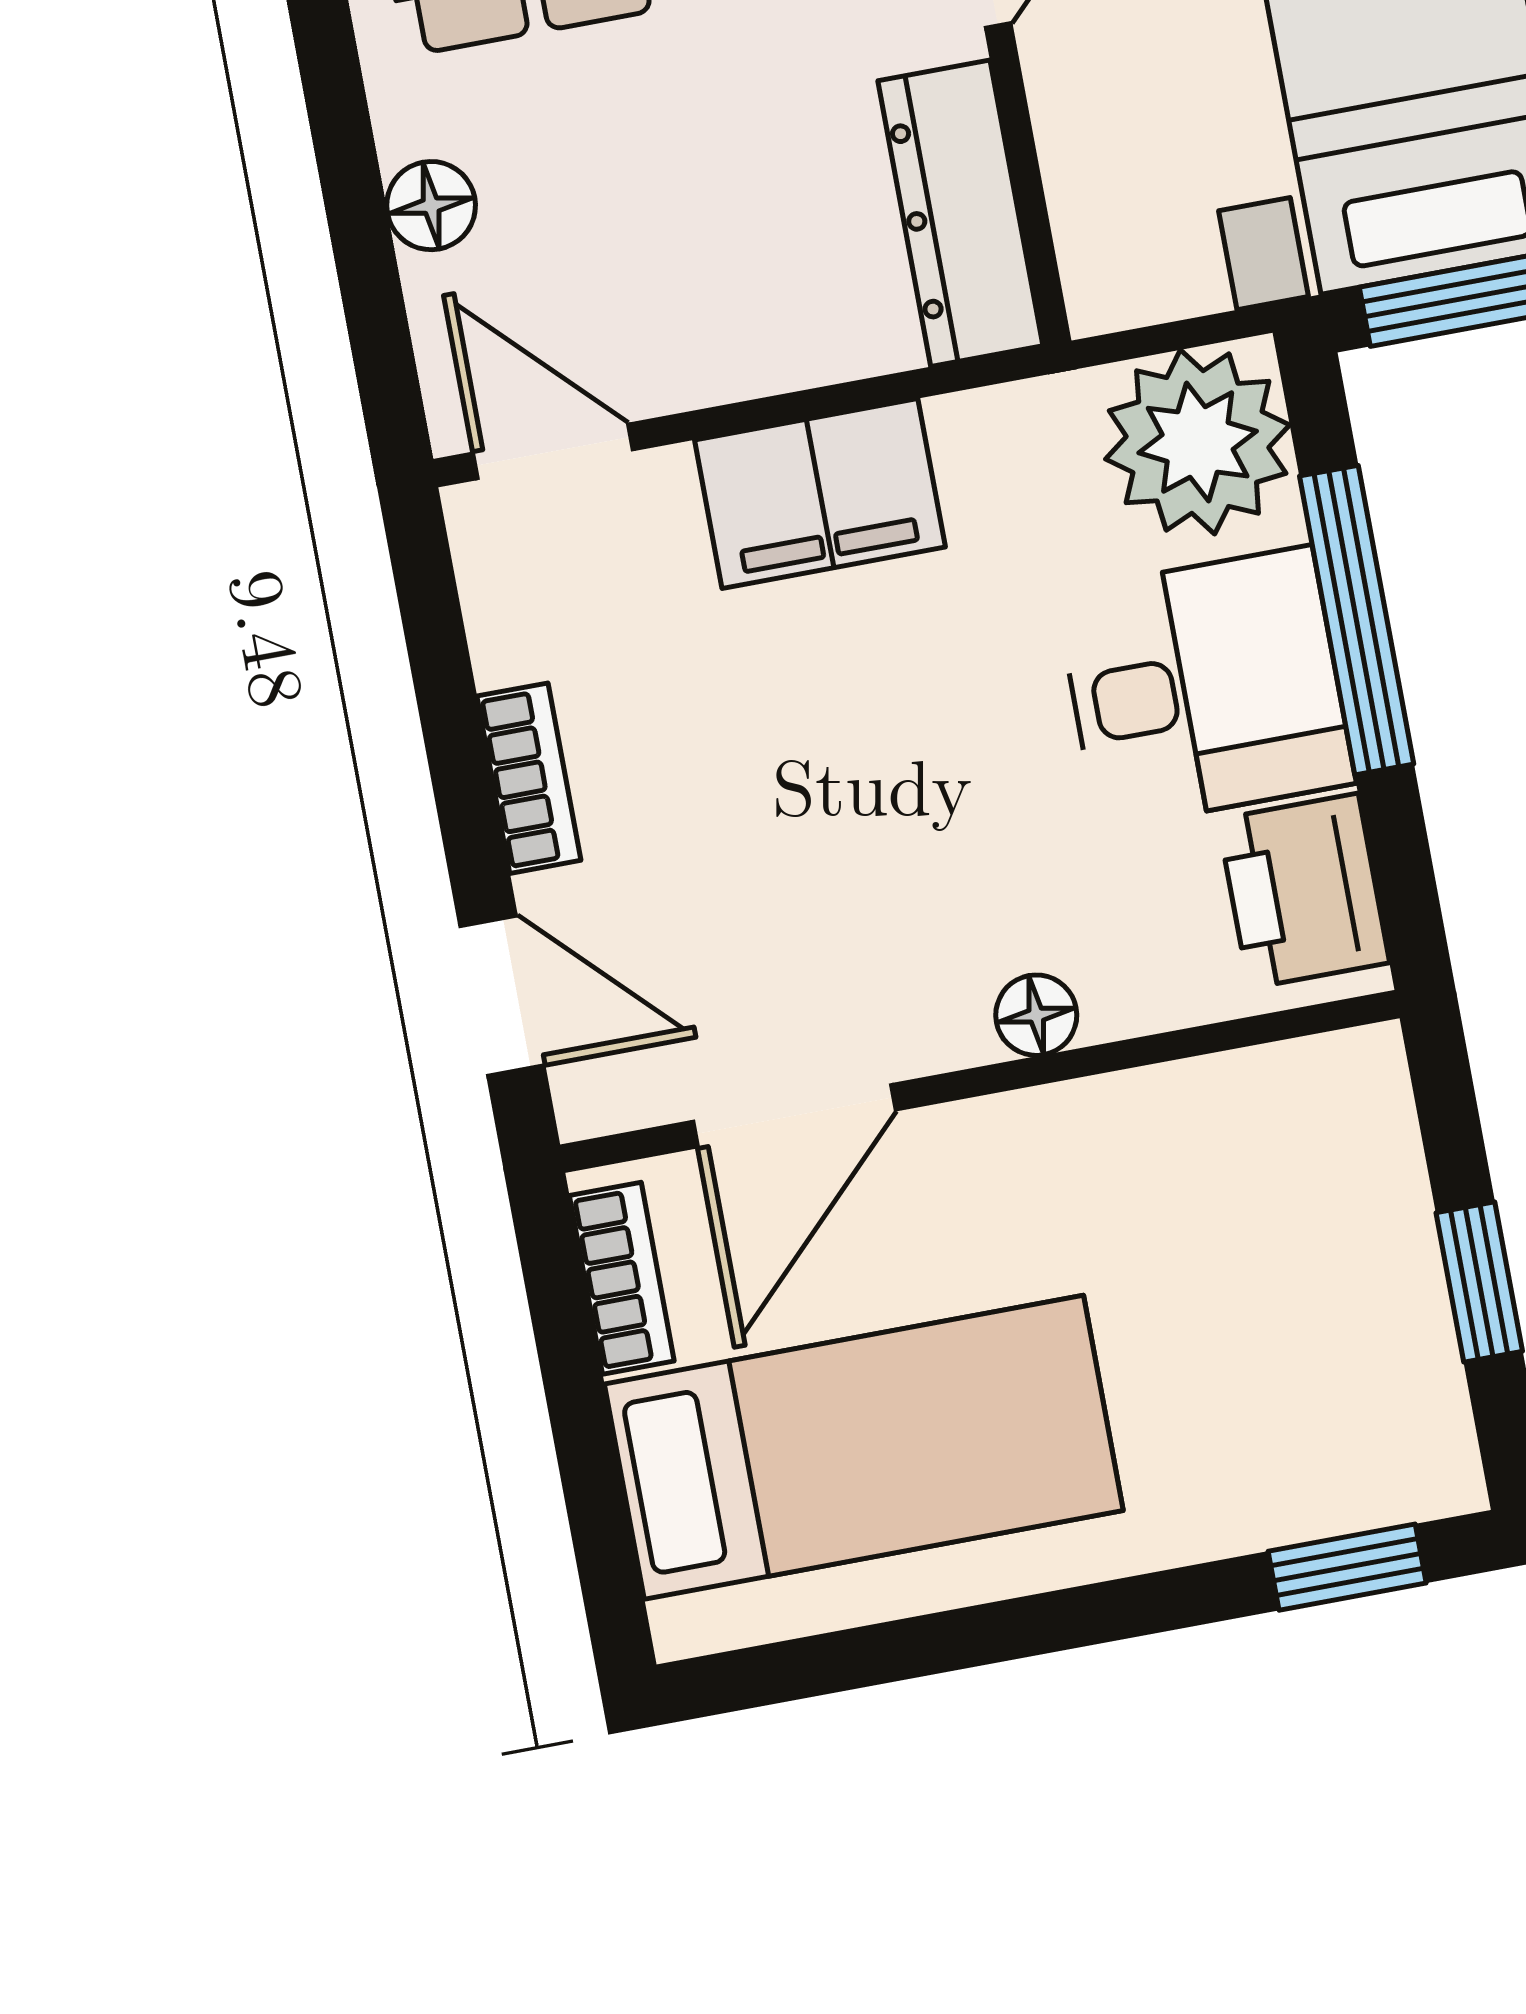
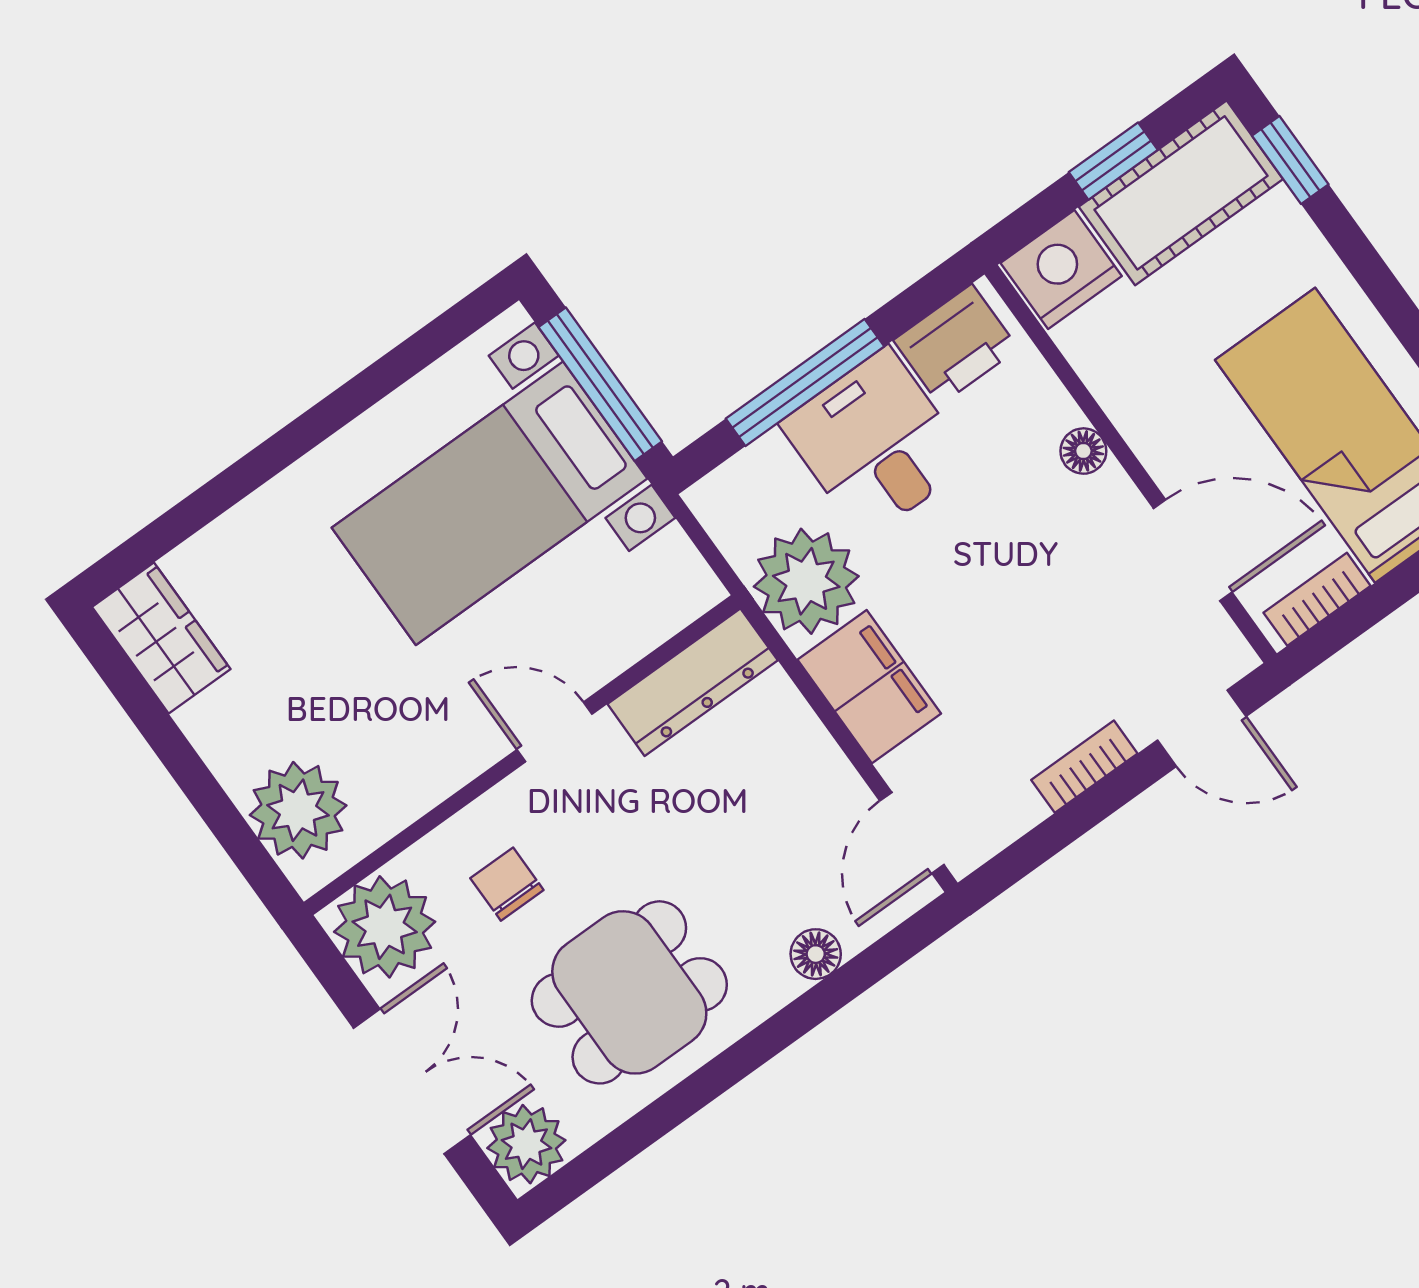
plant: (1198, 442) -> (806, 581), moved
door: (502, 996) -> (1202, 728), swing flipped
nightstand: (1344, 1117) -> (1061, 269), added
cot: (1377, 1367) -> (1181, 193), added

